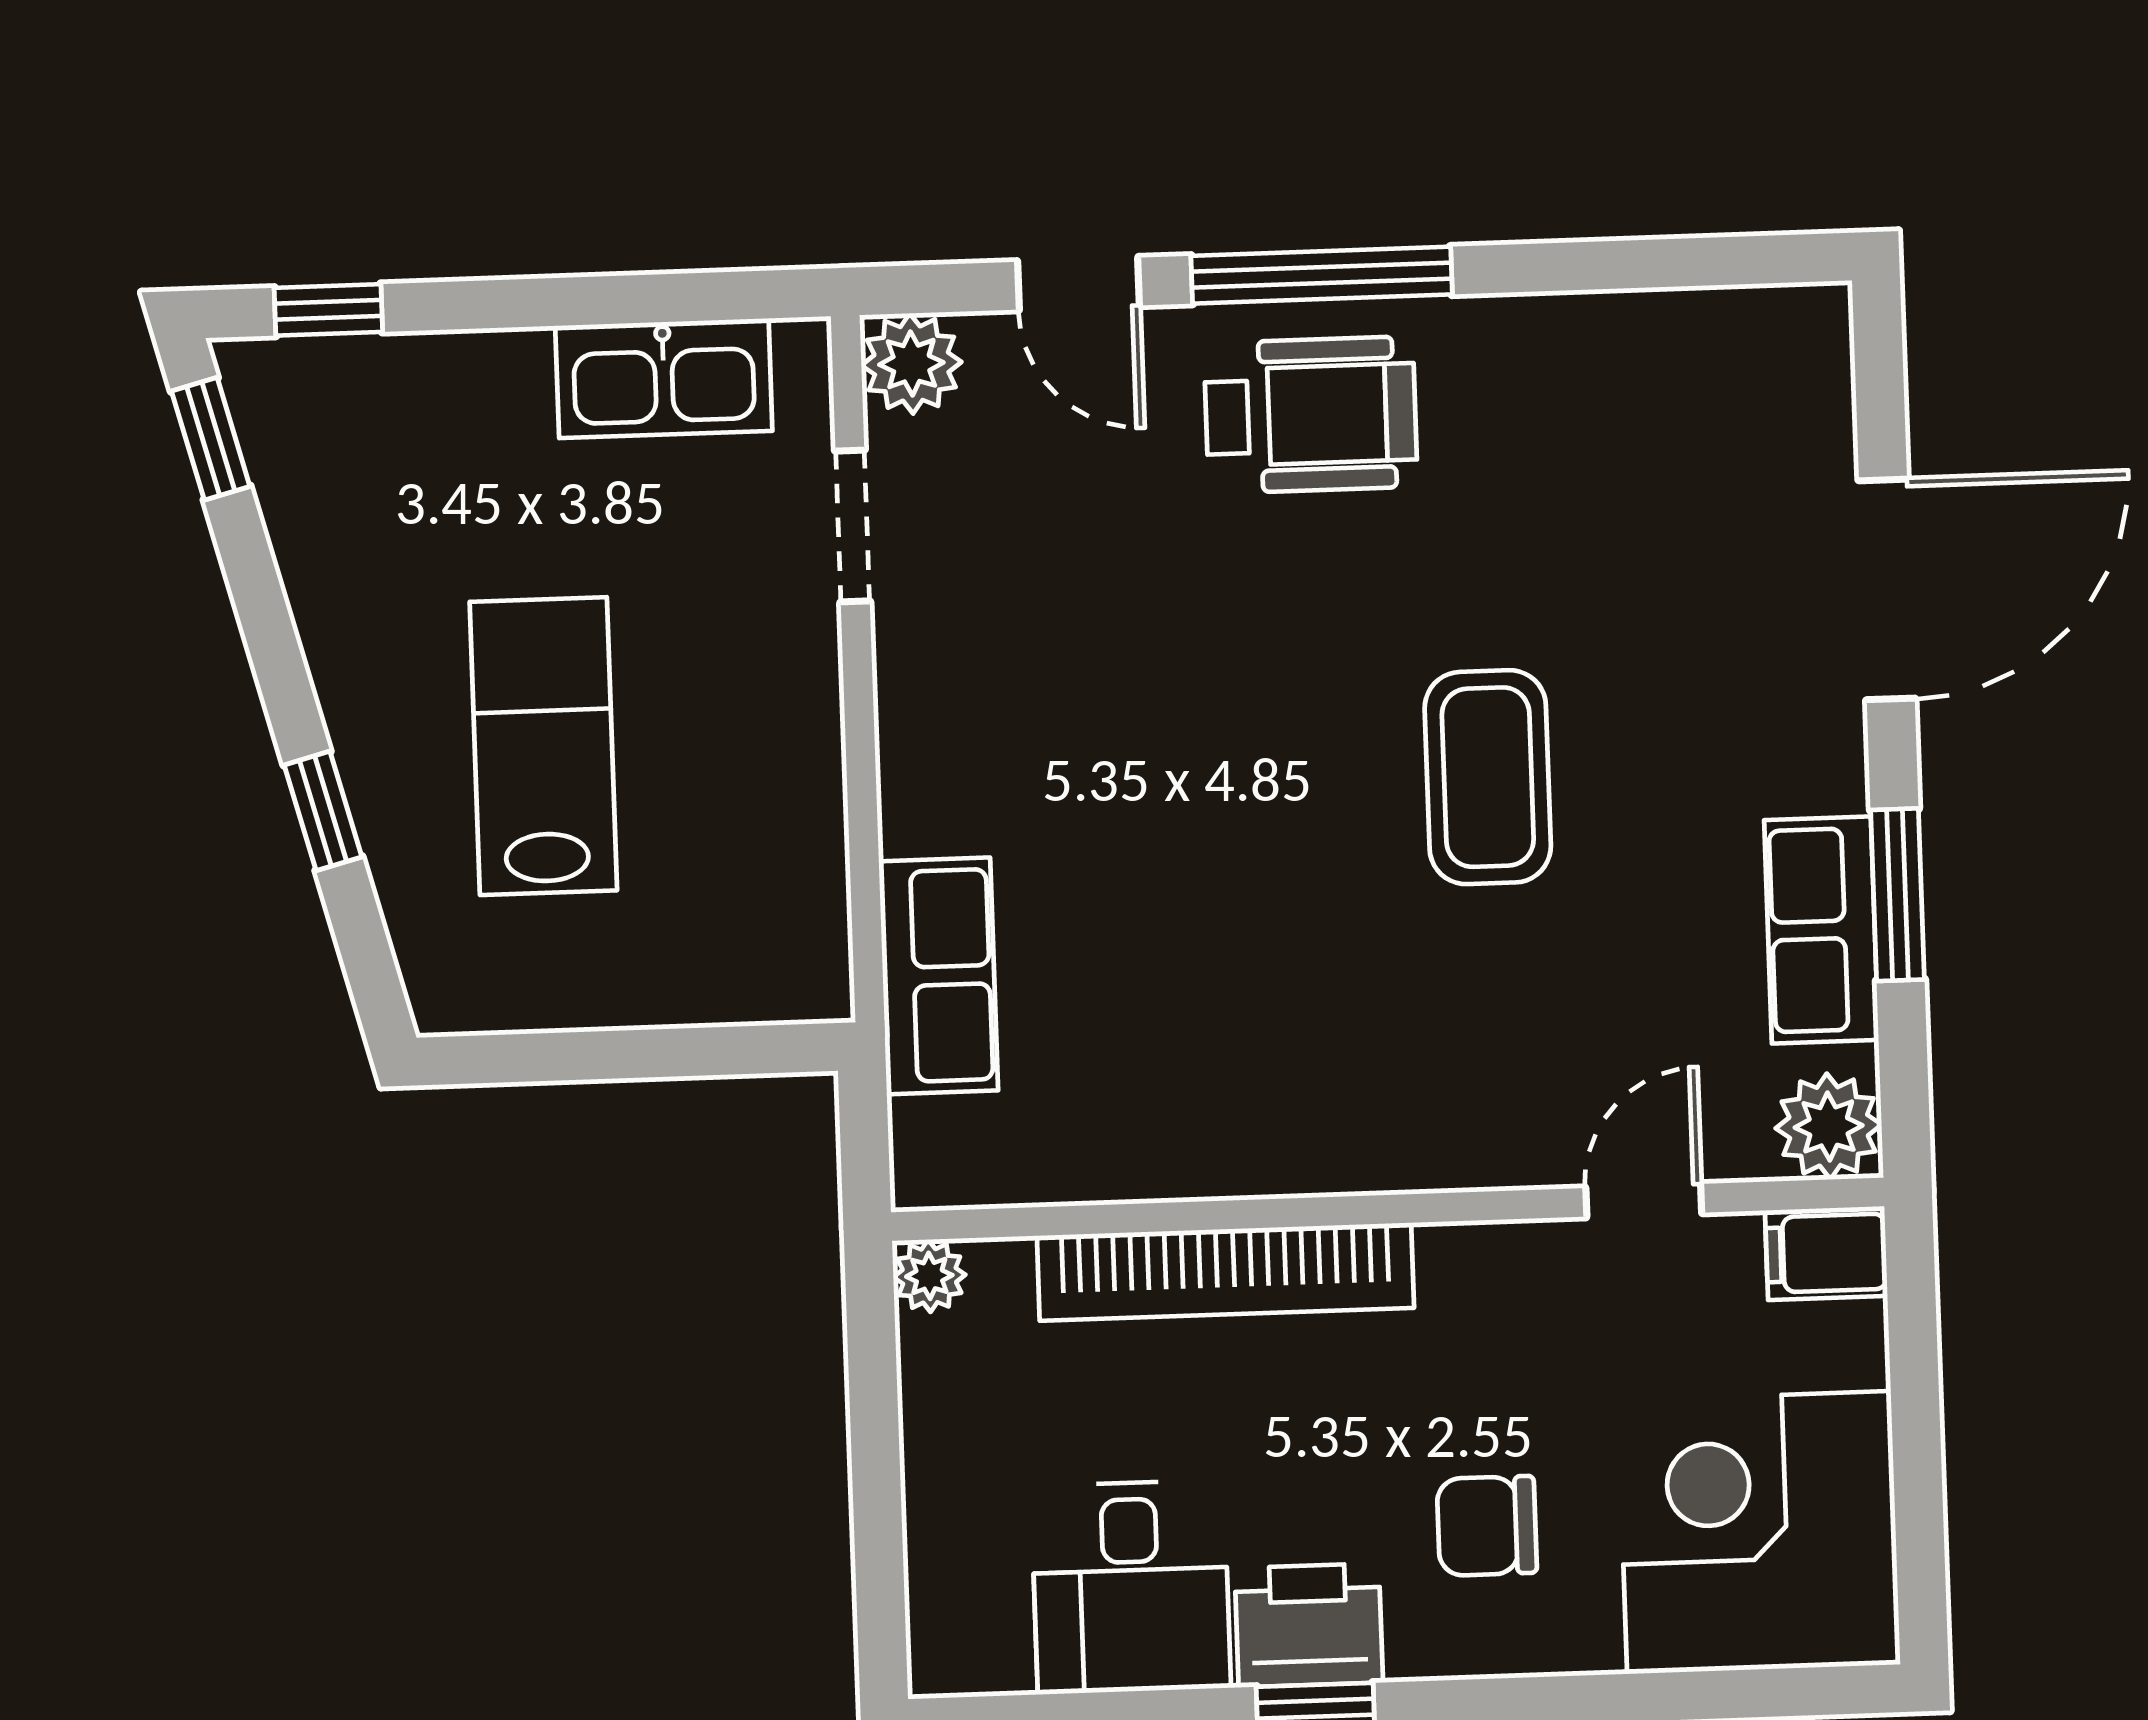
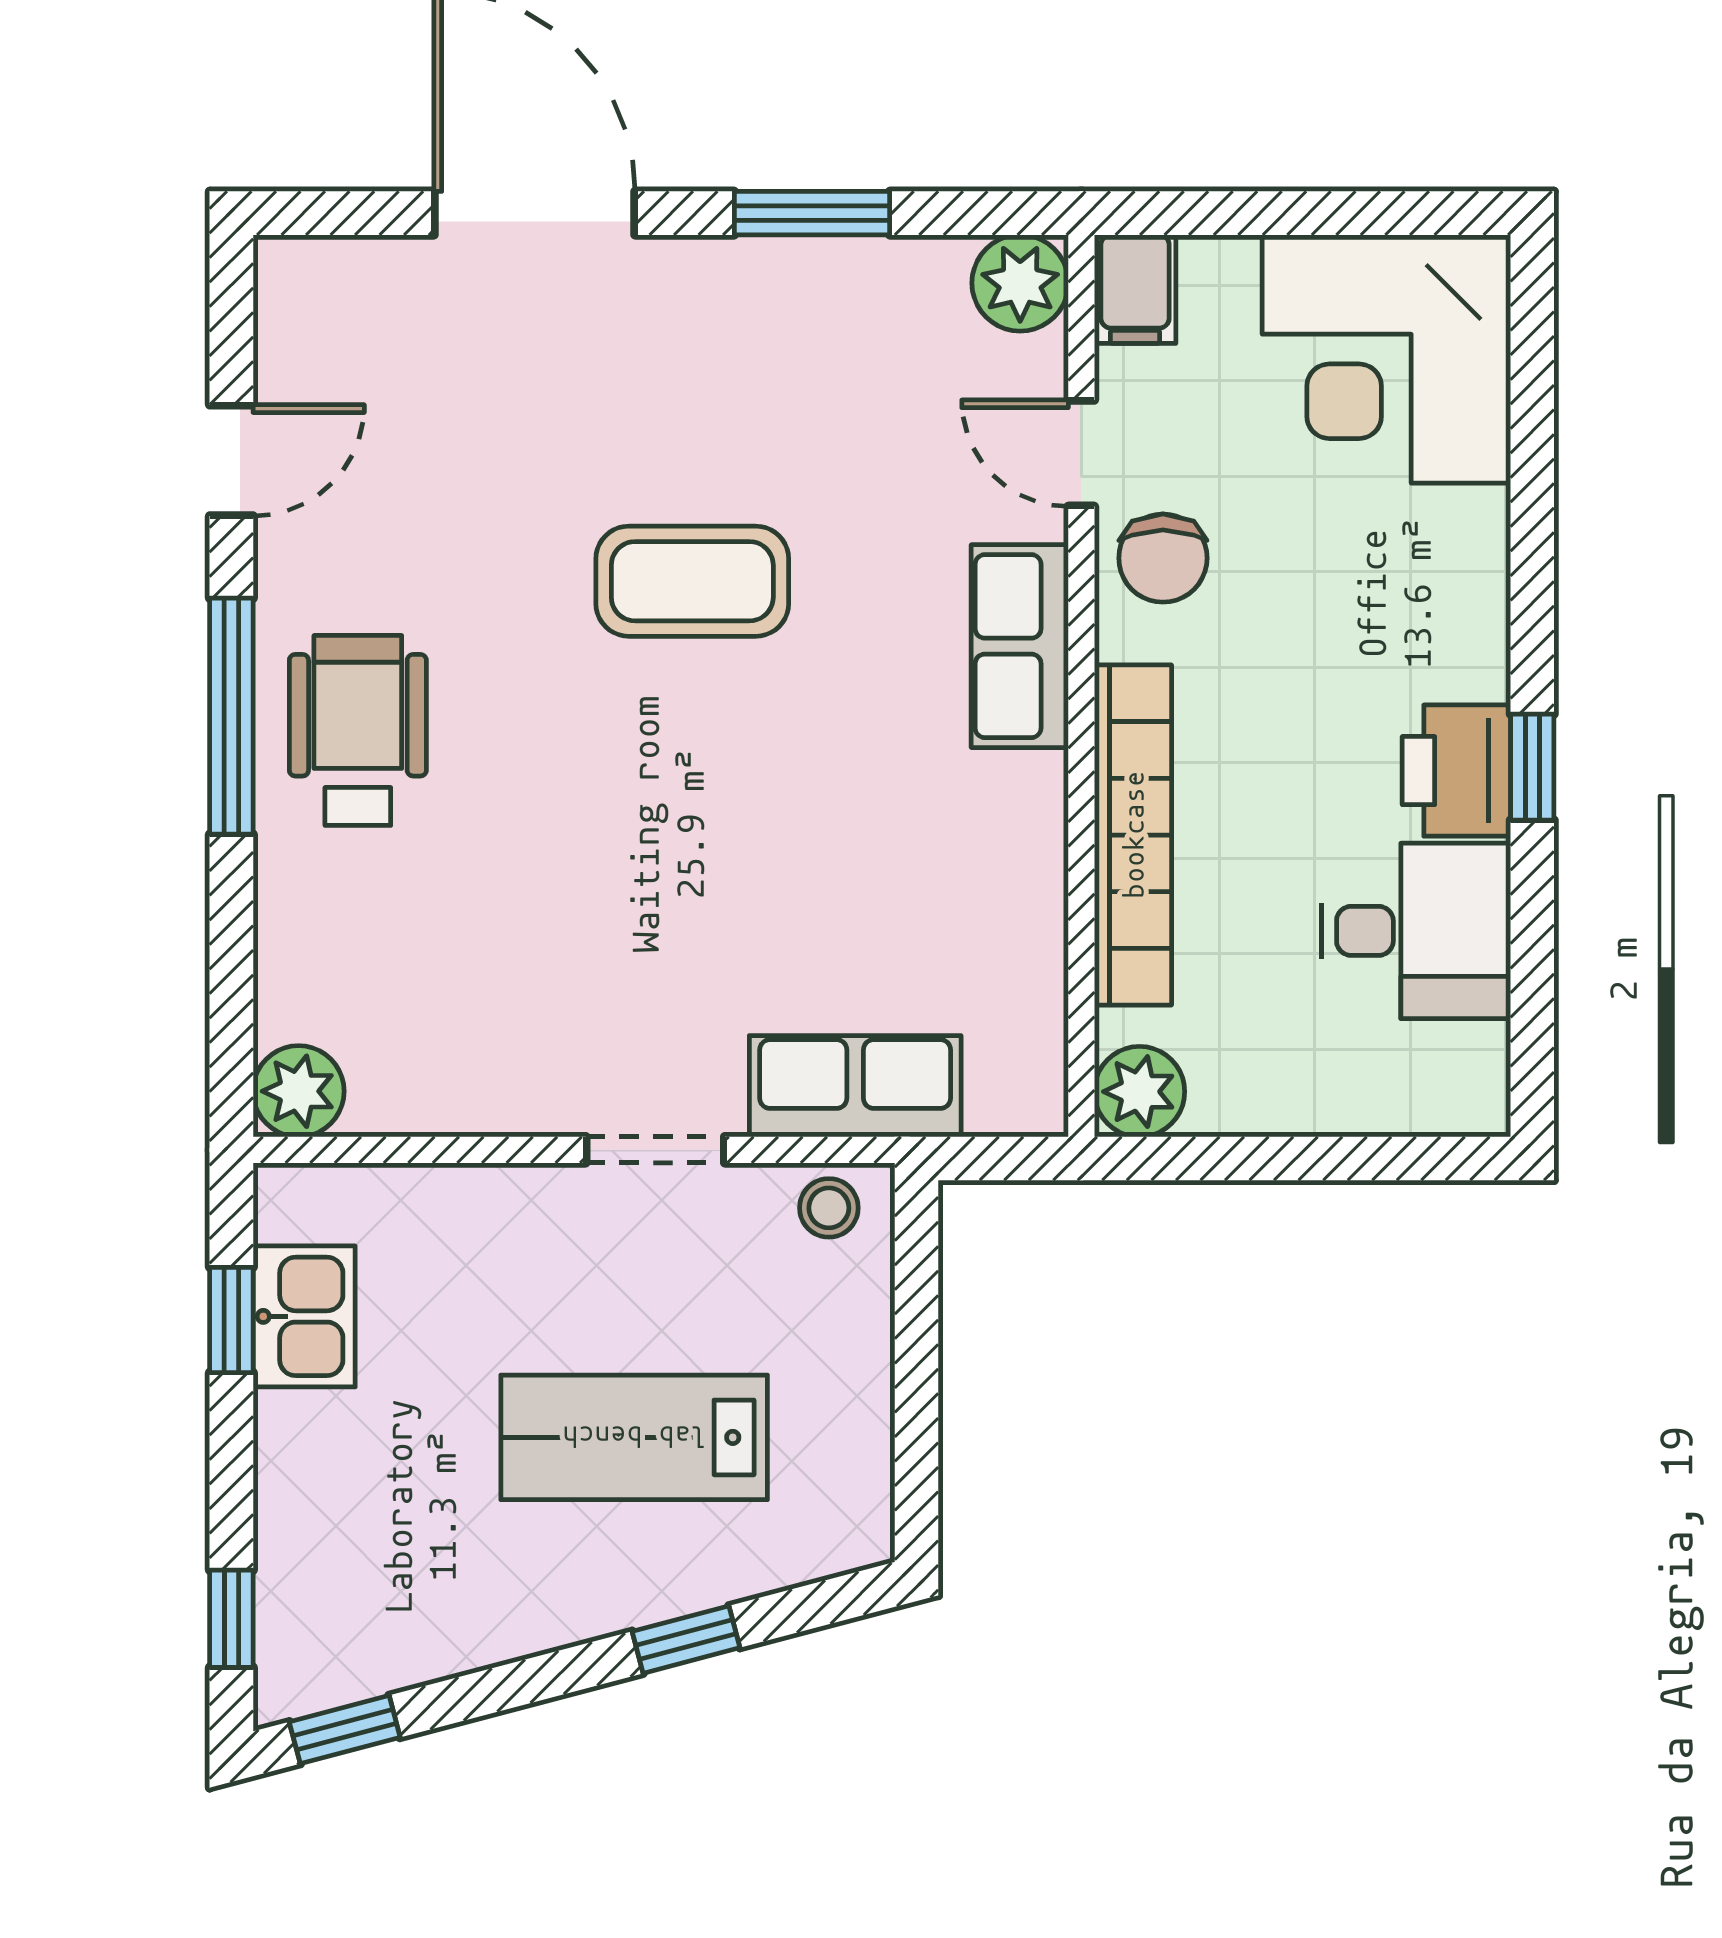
door: (1079, 284) -> (231, 460), moved
window: (657, 298) -> (231, 1320), added
kitchen sink: (664, 378) -> (304, 1316), width x0.73
doorway: (853, 526) -> (655, 1150), moved
row of seats: (1821, 930) -> (1020, 646), moved, turned 90
stool: (803, 952) -> (829, 1208), added
plant: (929, 1276) -> (1140, 1092), width x1.38, depth x1.38
chair: (1487, 1526) -> (1163, 558), moved

